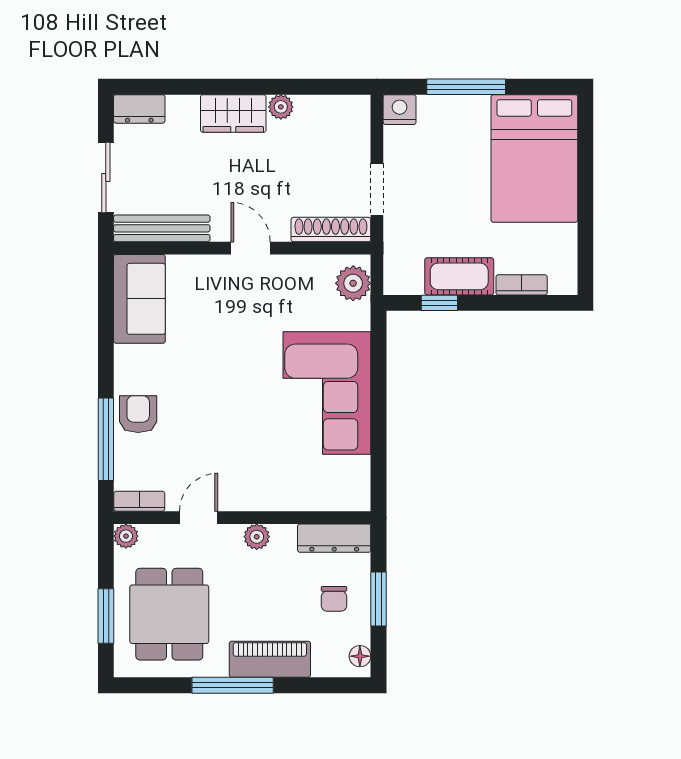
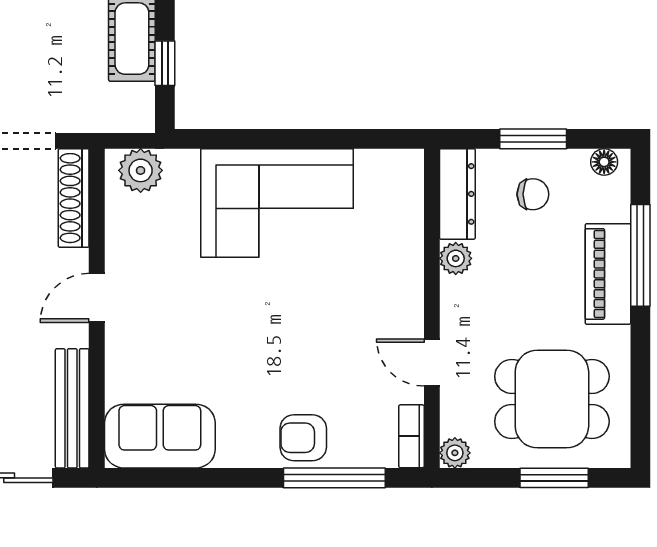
plant: (257, 537) -> (456, 258), moved
window: (233, 685) -> (640, 255), moved

